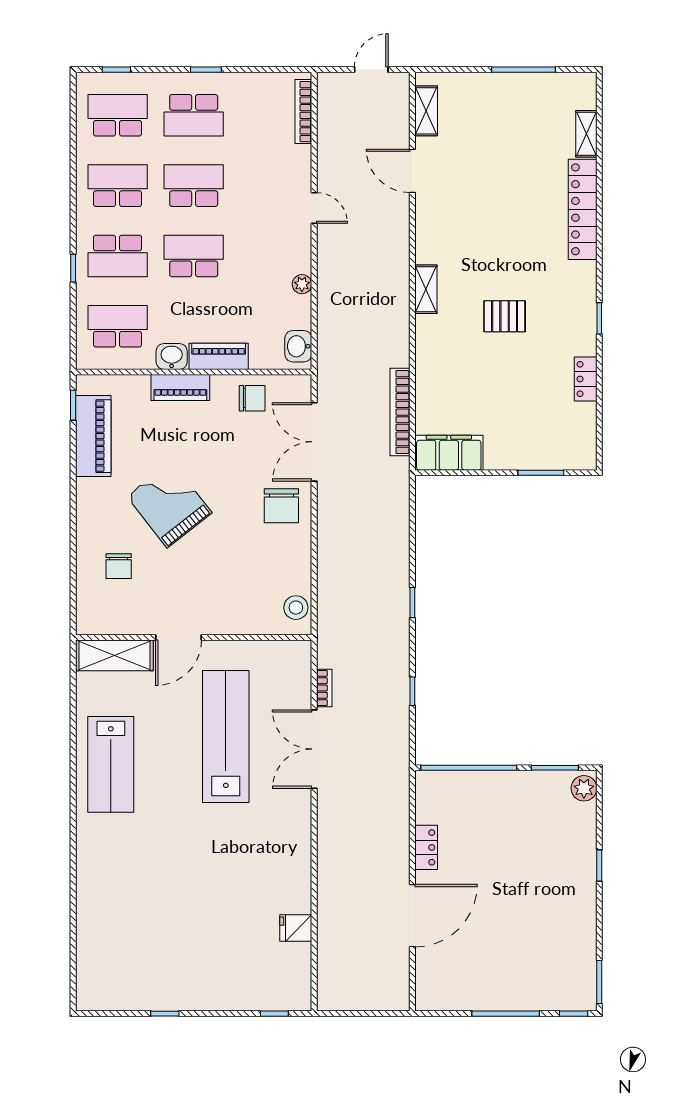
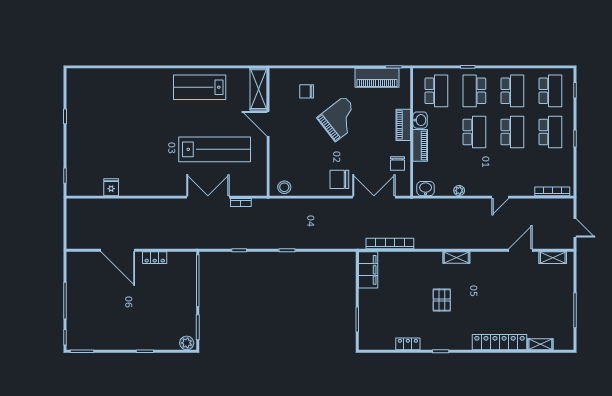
school desk: (194, 115) -> (550, 132), turned 180

